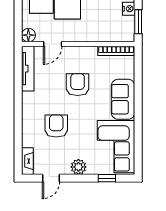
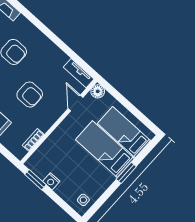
bookcase: (116, 51) -> (33, 140), width x0.64
tv unit: (28, 69) -> (79, 73), width x0.71

